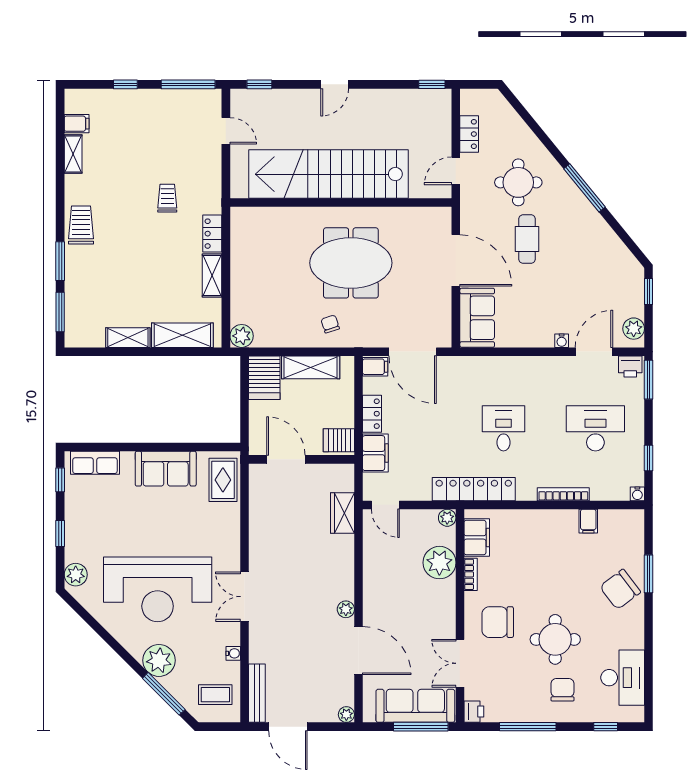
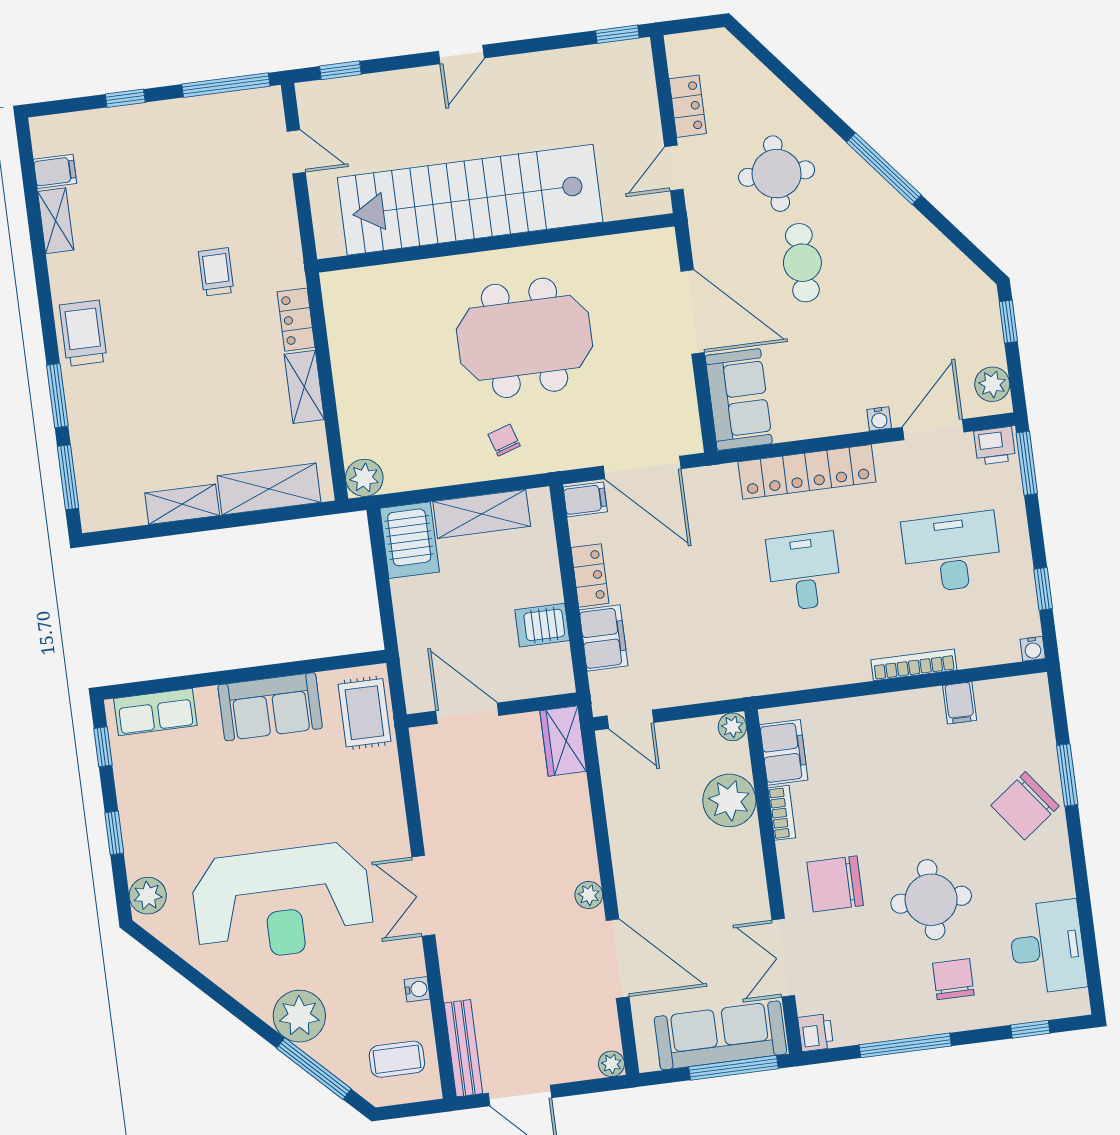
door: (286, 459) -> (467, 713), moved
wall: (301, 459) -> (492, 710), moved
locker: (474, 489) -> (807, 472), moved, turned 180

